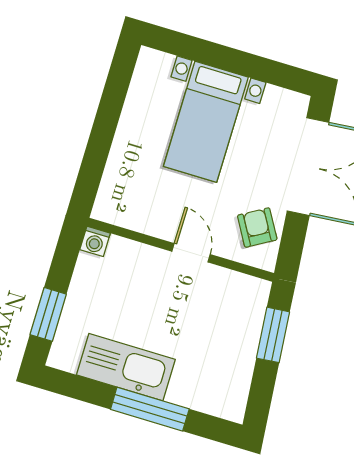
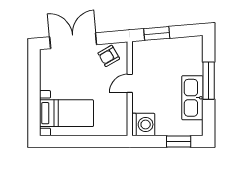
bed with nightstands: (206, 122) -> (66, 113), moved
washing machine: (95, 241) -> (143, 124), width x1.89, depth x1.89

